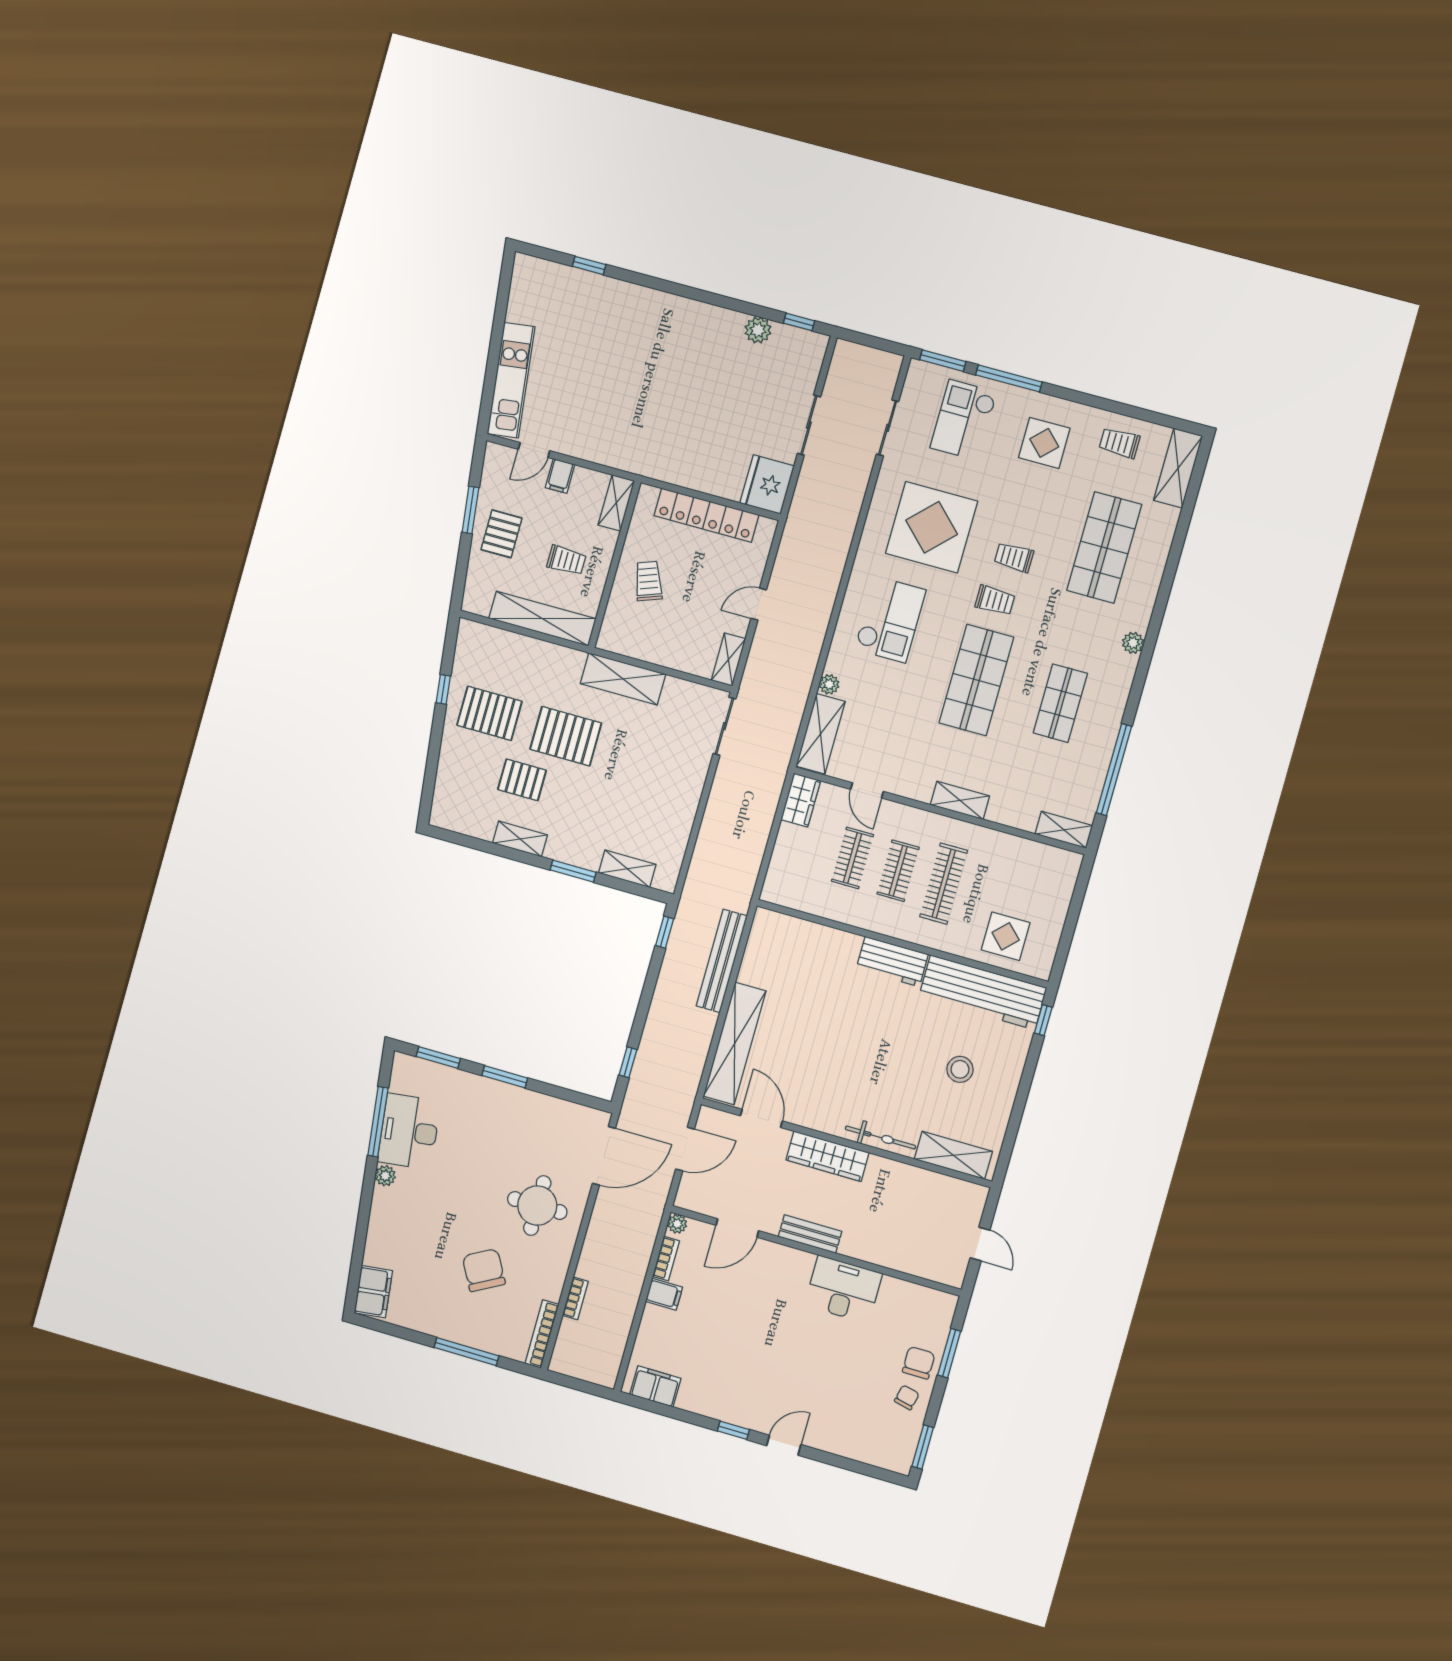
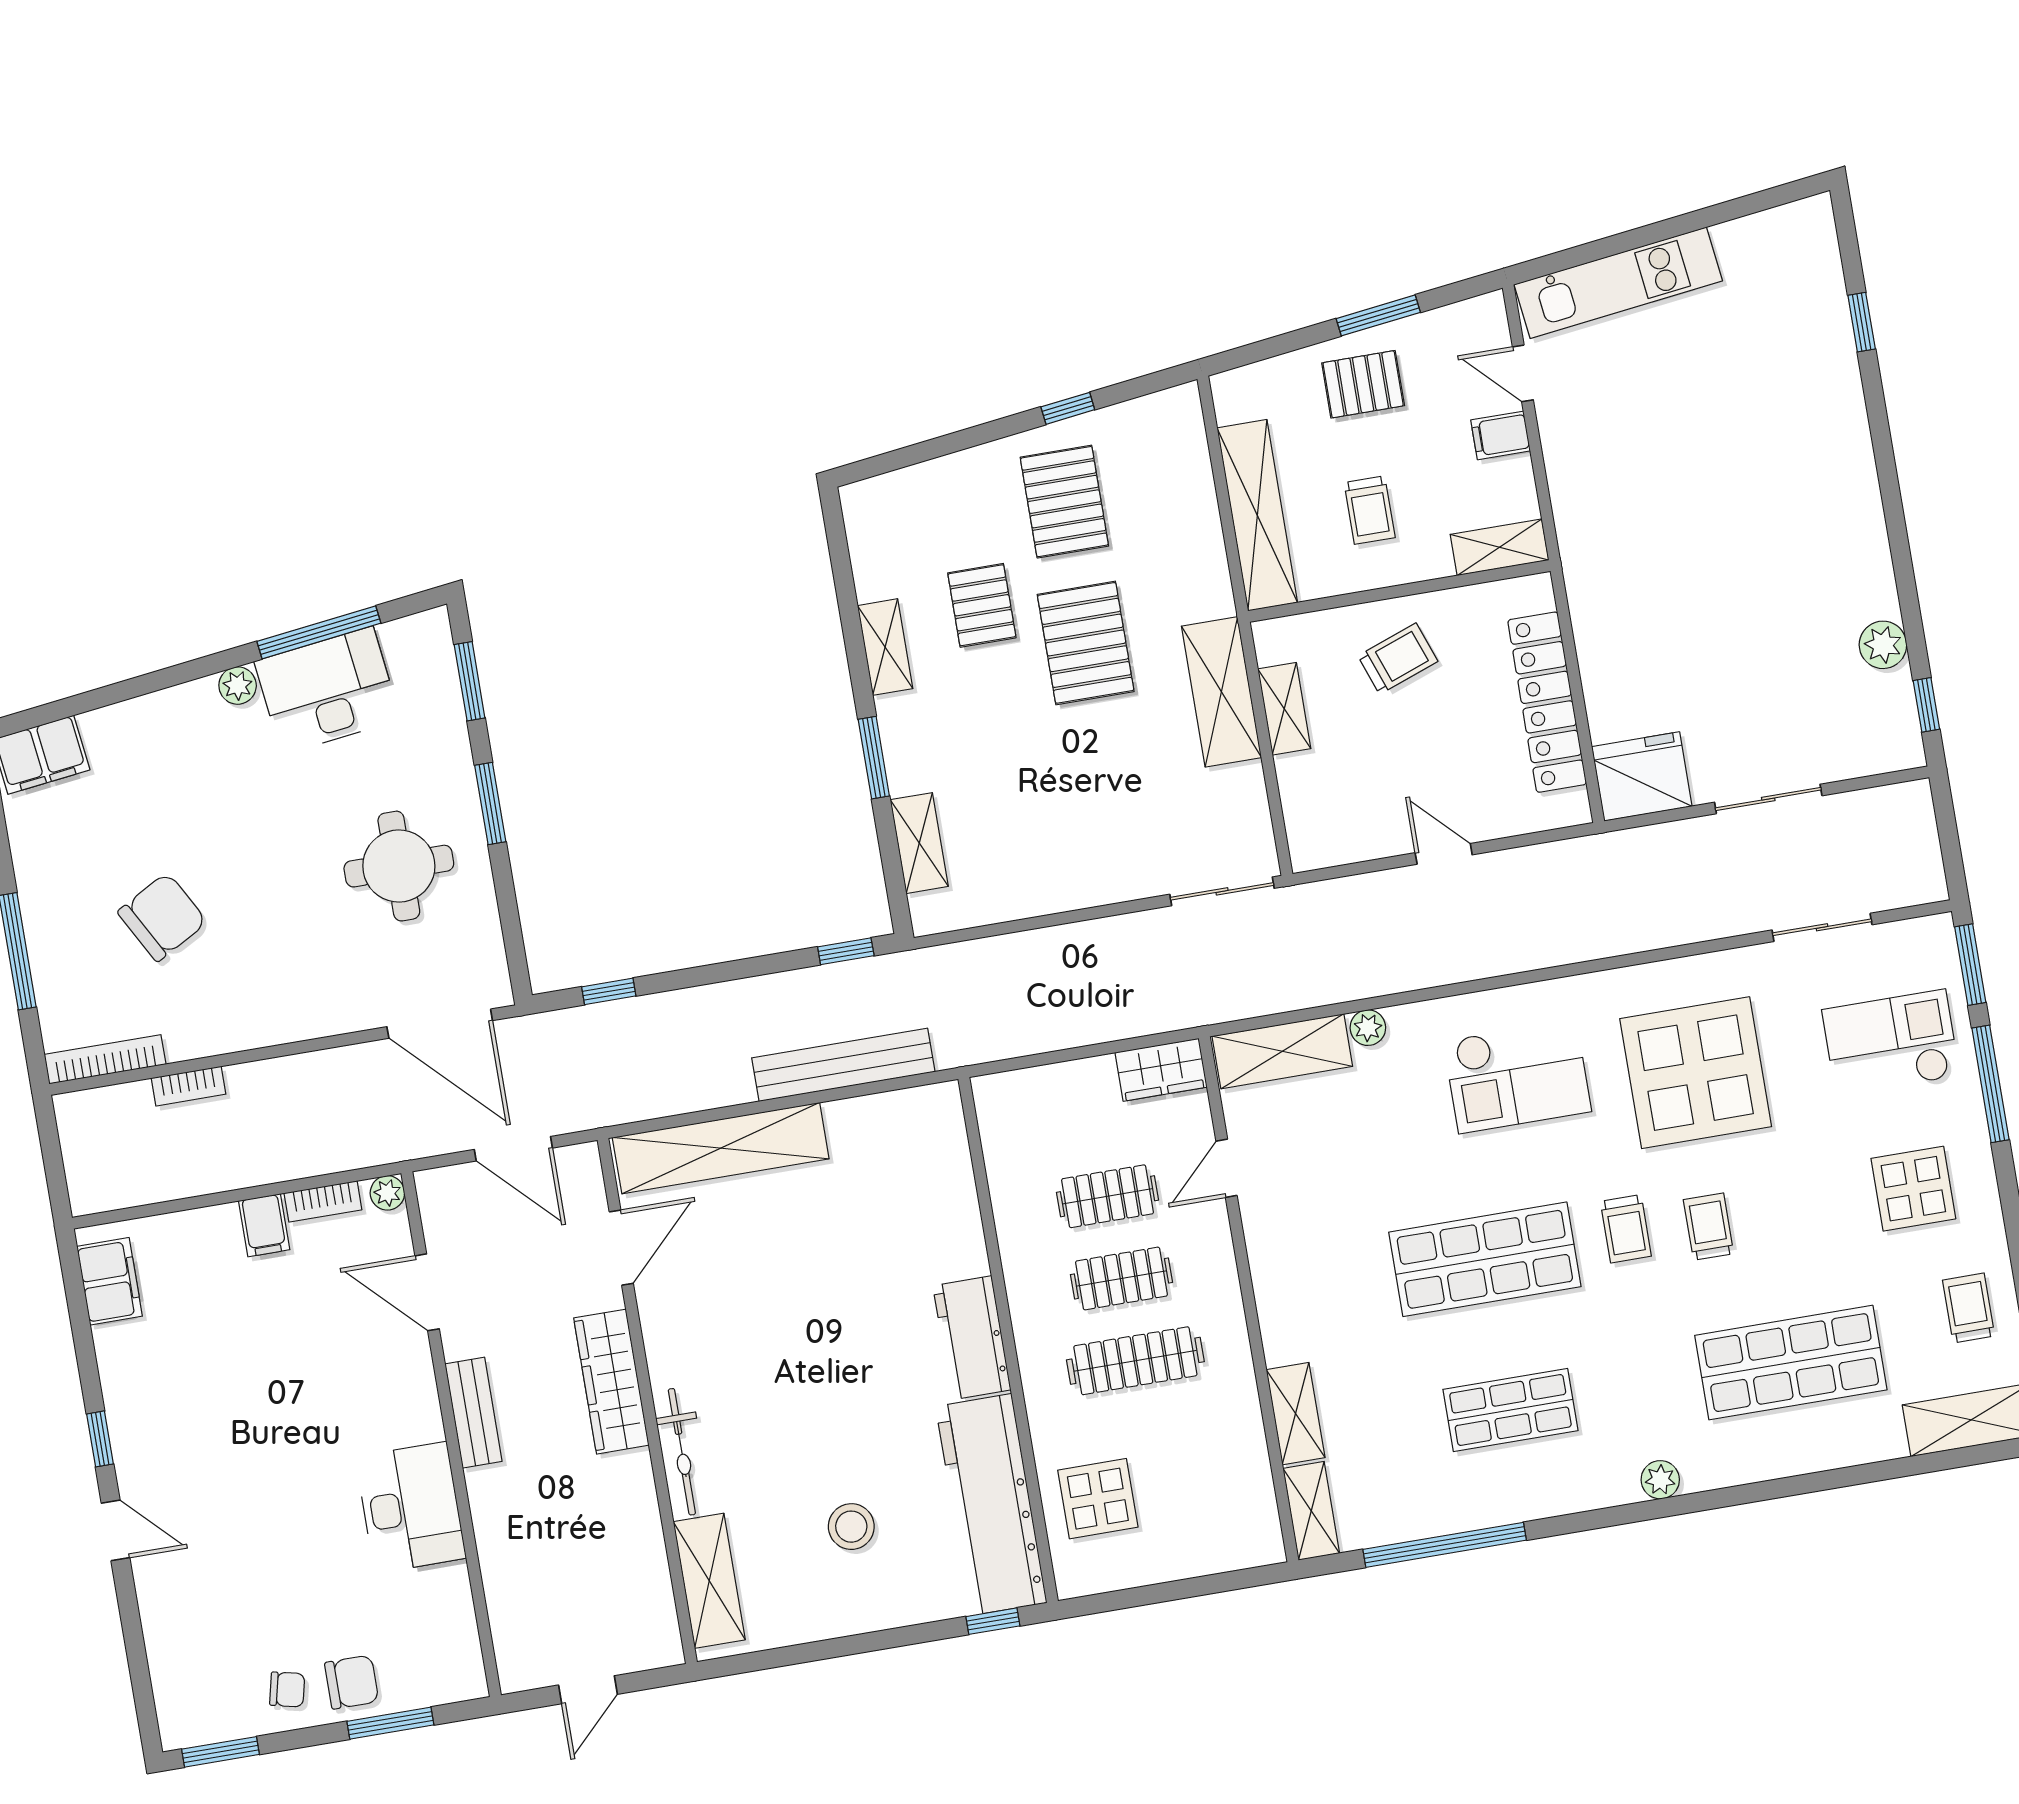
shelving: (728, 659) -> (1284, 709), moved, turned 90
shelving: (960, 800) -> (1296, 1414), moved
round table: (537, 1206) -> (399, 866), moved

